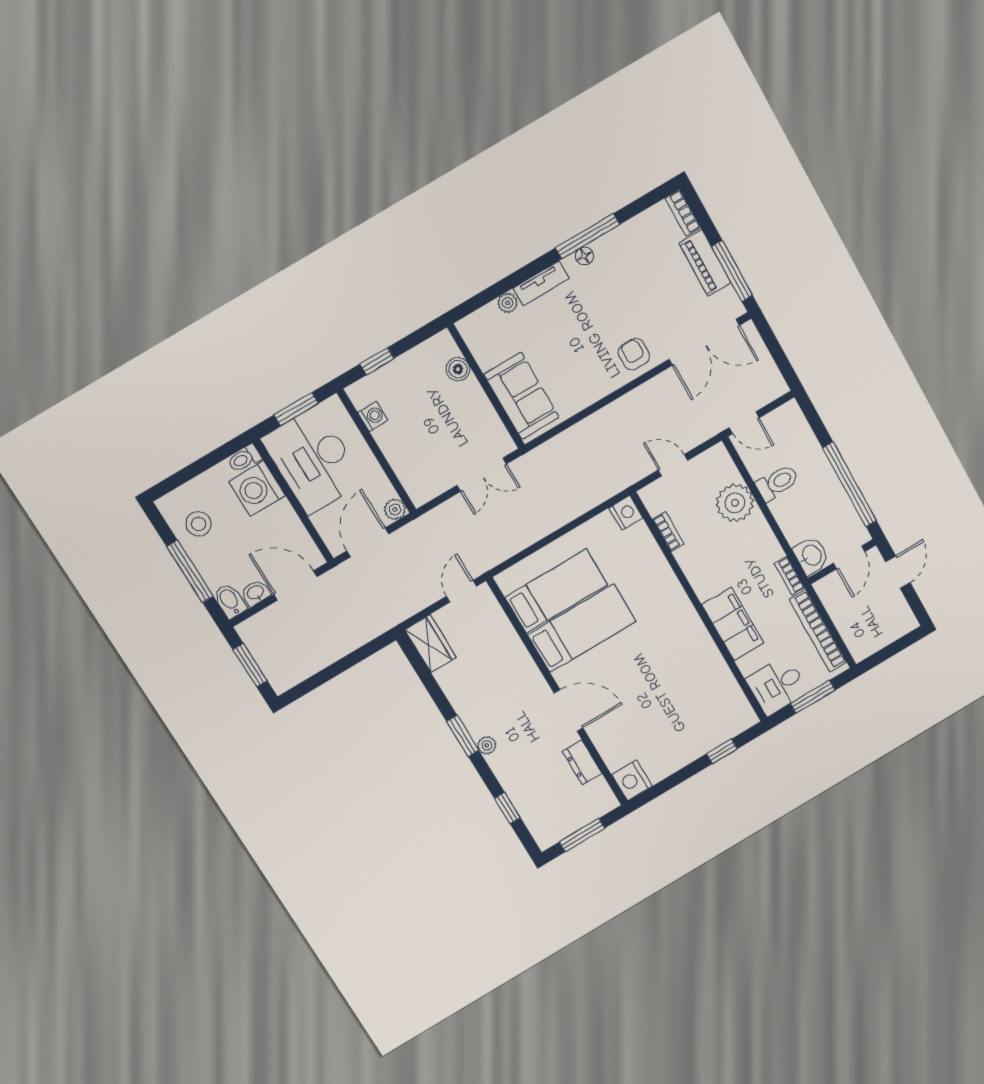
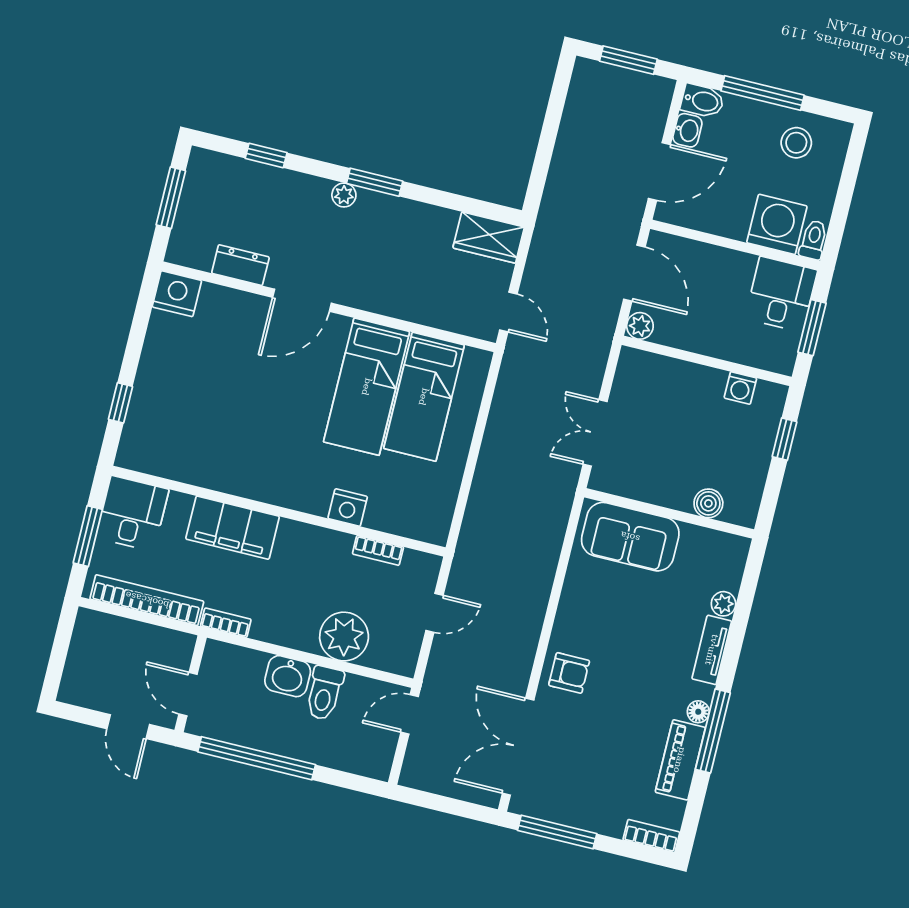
piano: (705, 263) -> (680, 760), moved, turned -90
desk: (313, 460) -> (781, 294), width x0.53, depth x0.77
nightstand: (626, 513) -> (348, 508), moved
washbasin: (811, 556) -> (288, 676), moved

